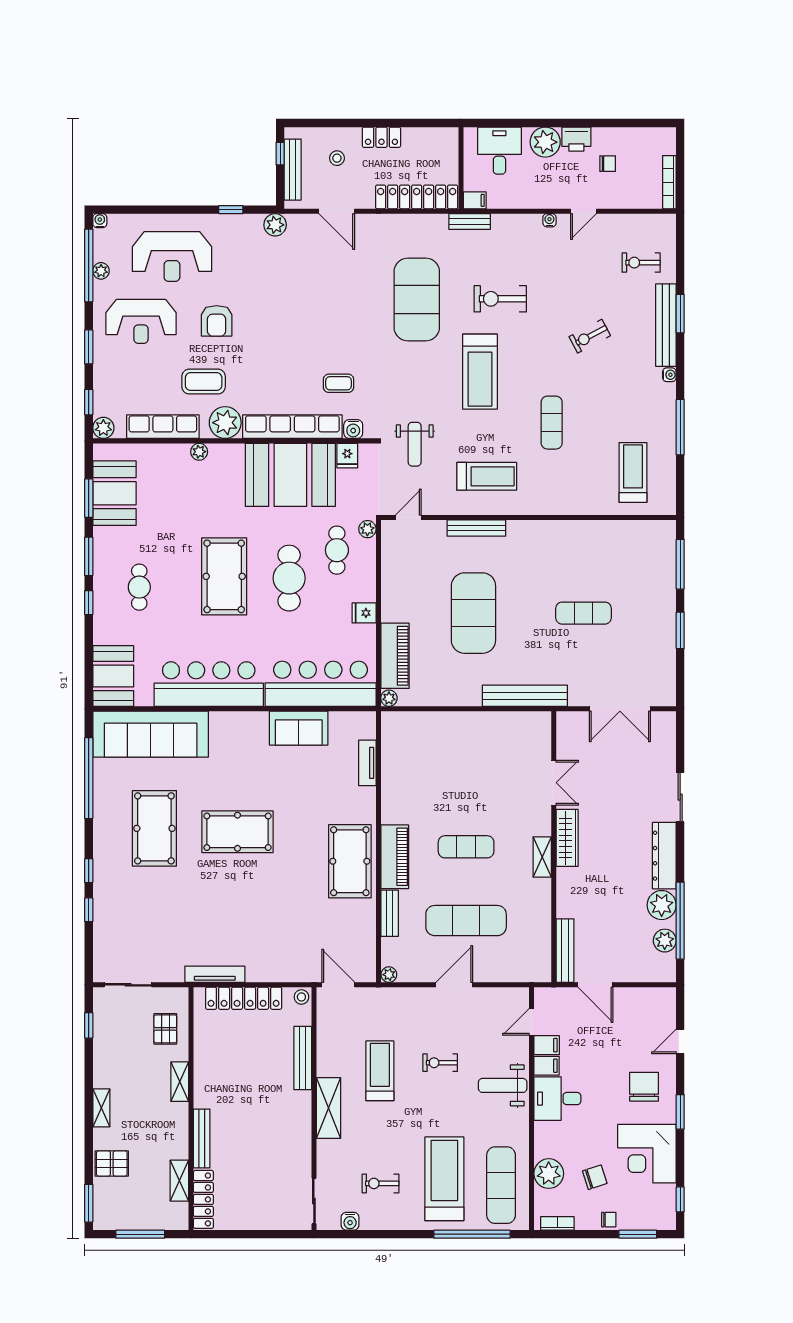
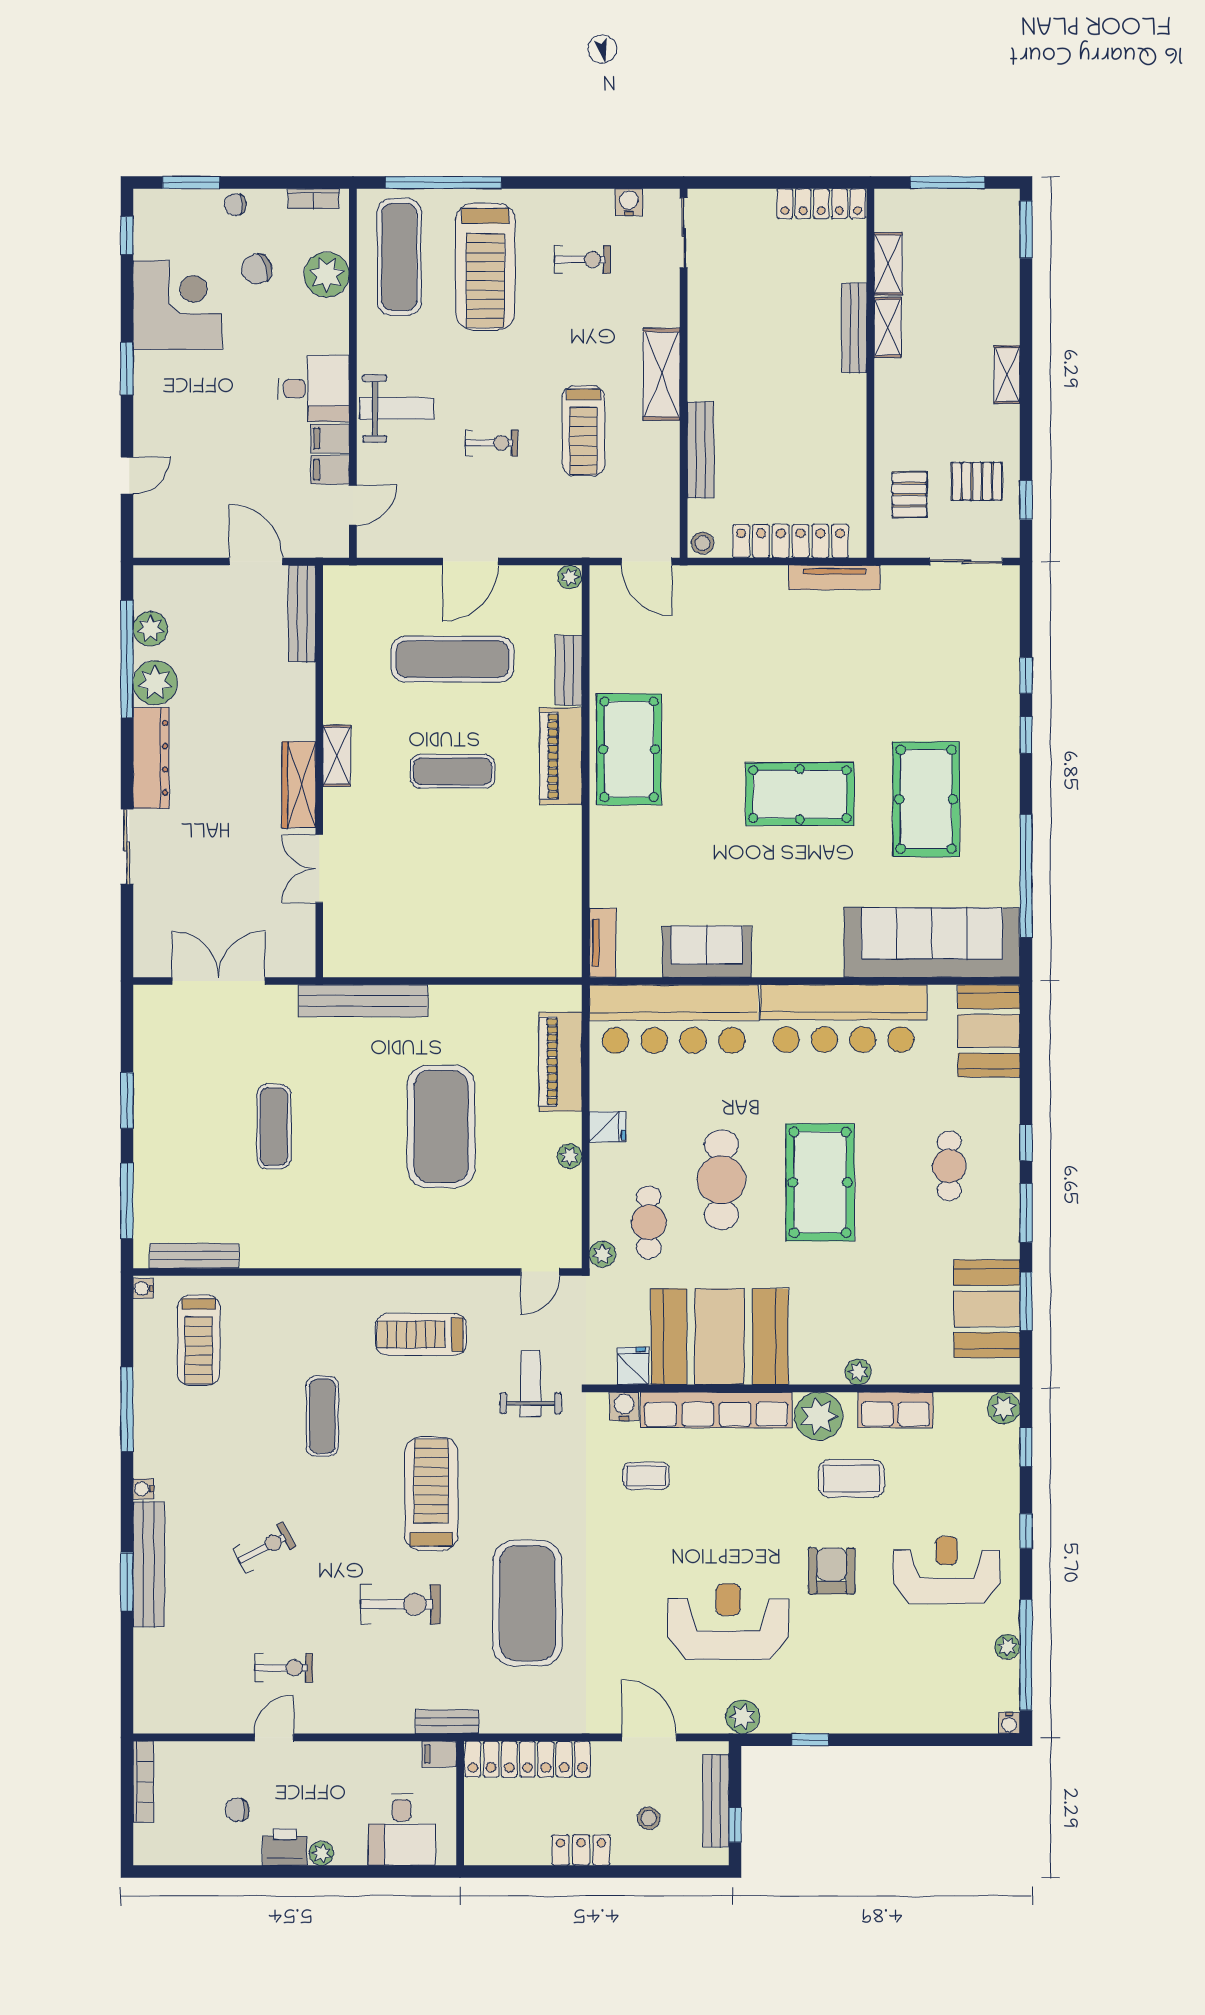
plant: (545, 142) -> (321, 1853), width x0.53, depth x0.53
water cooler: (549, 220) -> (143, 1288), moved, turned 90
reception desk: (172, 257) -> (728, 1622), moved
exercise bike: (641, 263) -> (284, 1668), moved
window: (89, 347) -> (1026, 1531), width x0.67
row of seats: (163, 427) -> (895, 1410), width x0.68
bench: (476, 528) -> (194, 1256), moved
exercise mat: (583, 613) -> (274, 1127), turned 90
plant: (389, 698) -> (570, 1156), moved
tv unit: (367, 763) -> (603, 943), moved
shelving: (180, 1082) -> (888, 327), moved
chair: (644, 1087) -> (182, 407), removed
pallet: (112, 1164) -> (977, 481), moved
locker: (203, 1199) -> (821, 204), moved, turned -90

